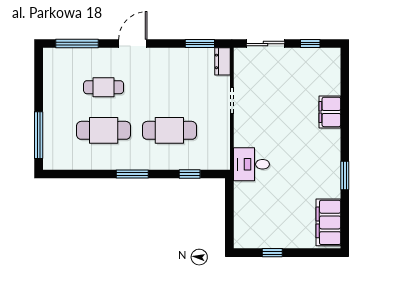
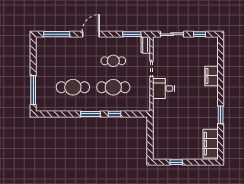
cafe table: (104, 87) -> (113, 61), moved
desk: (251, 164) -> (163, 88), moved
window: (190, 174) -> (115, 114), moved

